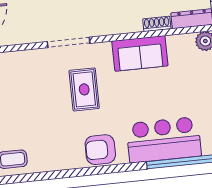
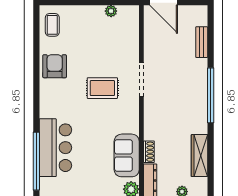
sofa: (140, 53) -> (127, 155), moved
armchair: (100, 150) -> (55, 66), moved

